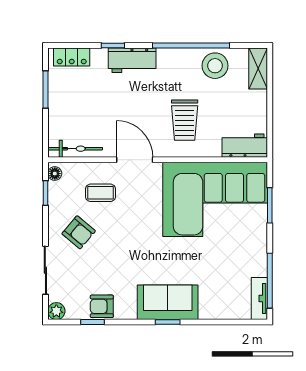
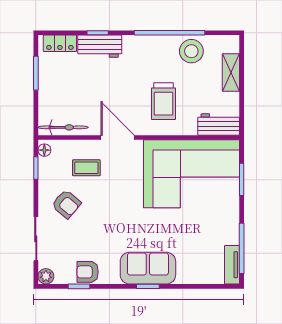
workbench: (132, 60) -> (100, 46), moved
shelving: (258, 69) -> (231, 72), moved

